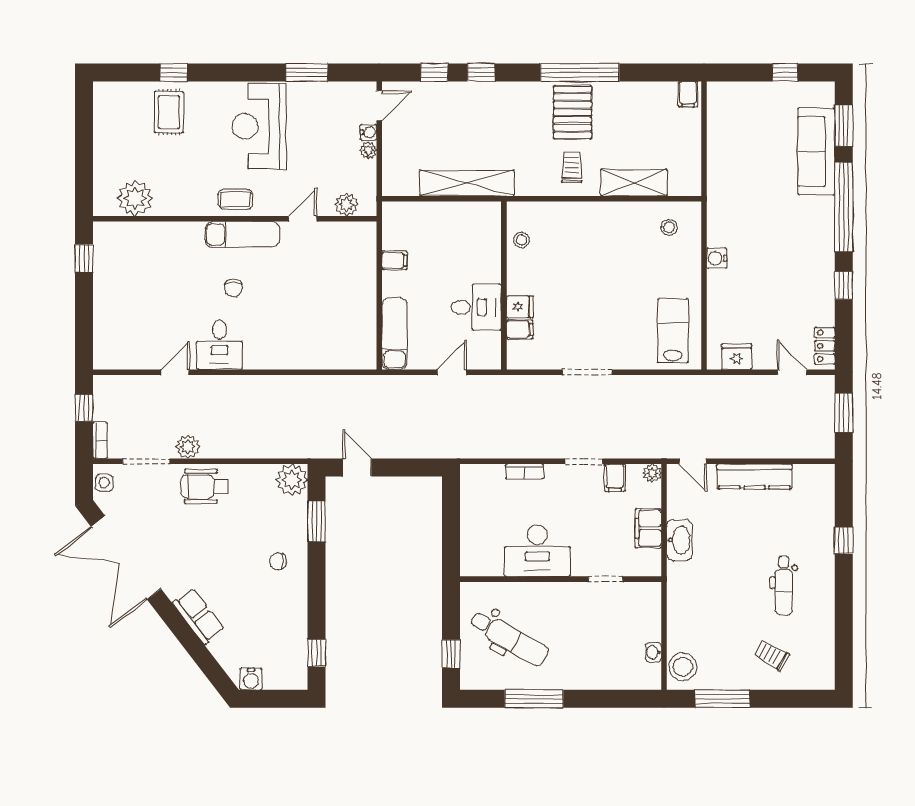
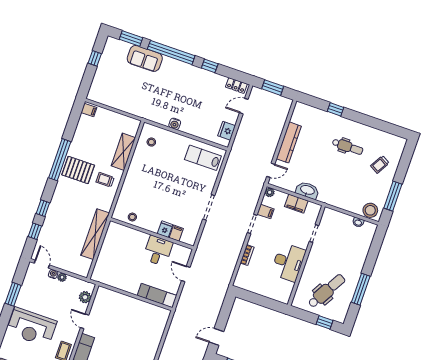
sofa: (816, 151) -> (145, 58), width x0.73
filing cabinet: (394, 260) -> (121, 283), removed

